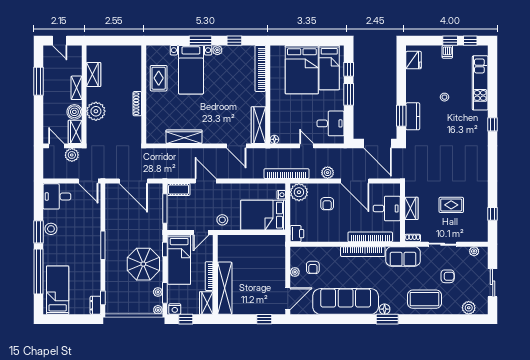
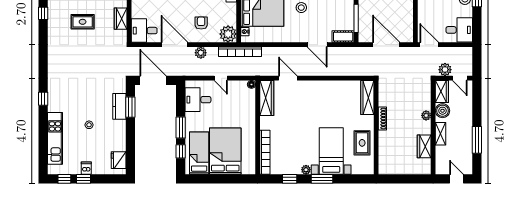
plant: (96, 111) -> (426, 115), width x0.53, depth x0.53
wardrobe: (184, 137) -> (367, 97), moved, turned 90
desk: (387, 208) -> (144, 31), moved

